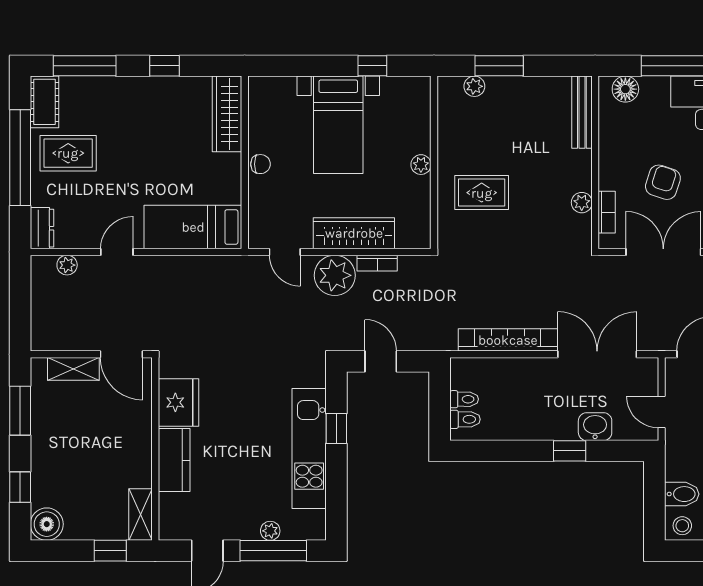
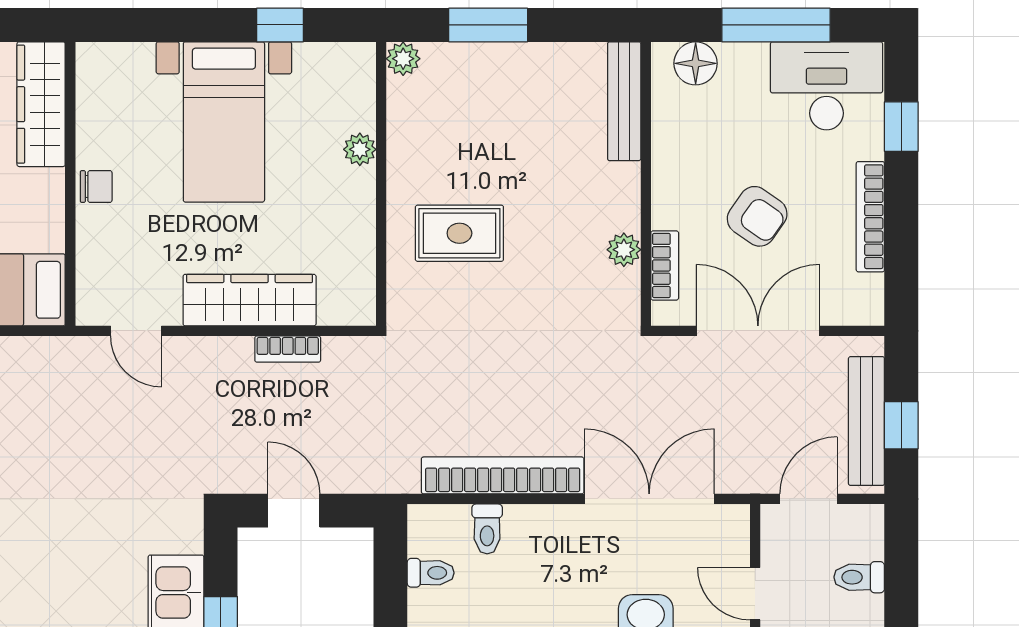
plant: (474, 86) -> (403, 59), moved
plant: (421, 165) -> (360, 149), moved
armchair: (663, 182) -> (757, 216), turned 107
plant: (335, 275) -> (218, 369), removed
toilet: (465, 419) -> (487, 529), moved, turned 90

